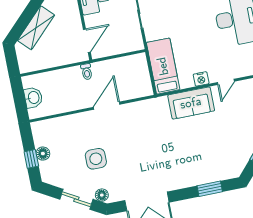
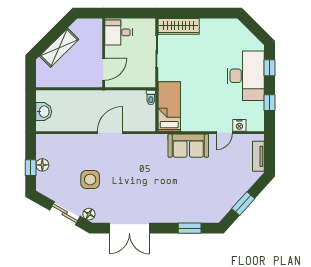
toilet: (87, 72) -> (151, 98), moved
nightstand: (201, 79) -> (239, 125), moved

